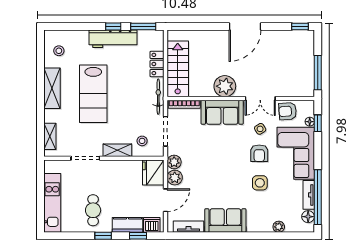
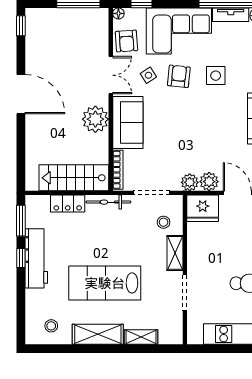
lab bench: (93, 94) -> (105, 283), turned 180
floor lamp: (310, 122) -> (118, 13), moved
shelving: (50, 136) -> (141, 337), moved
armchair: (259, 153) -> (179, 76), turned -84

